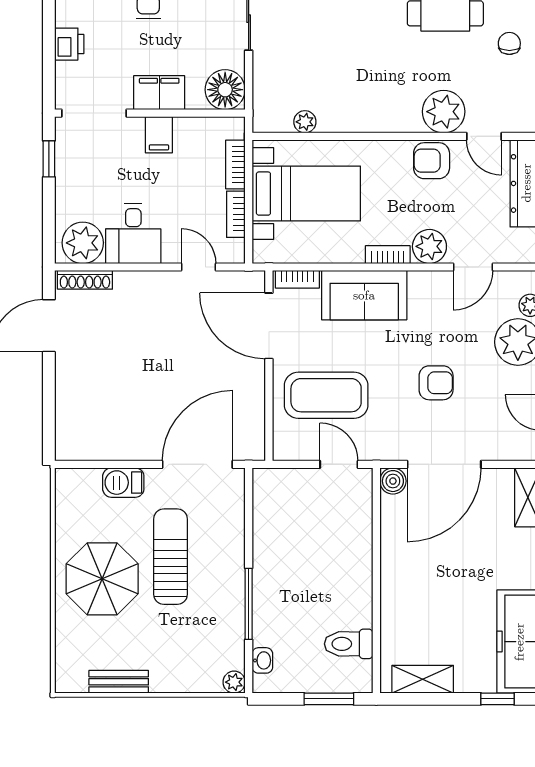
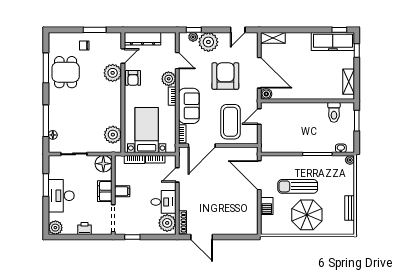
plant: (305, 122) -> (113, 135), width x1.87, depth x1.87
armchair: (436, 383) -> (225, 76), width x1.88, depth x1.88

